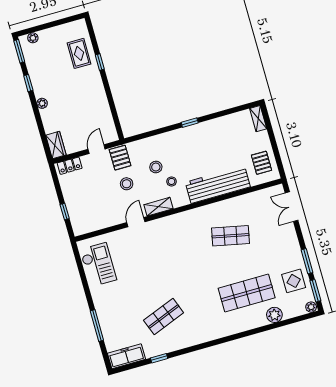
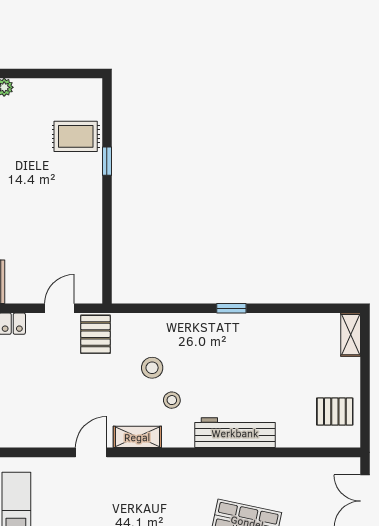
rug: (79, 53) -> (76, 136), turned 90
pallet: (261, 163) -> (335, 412), turned 90
stool: (127, 184) -> (94, 382), removed
workbench: (218, 185) -> (235, 433), width x0.73, depth x0.76

